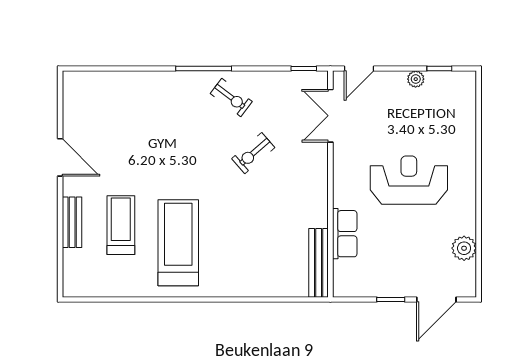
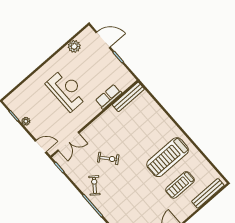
reception desk: (409, 180) -> (67, 90), turned 180
bench: (72, 222) -> (208, 193), moved, width x1.36

